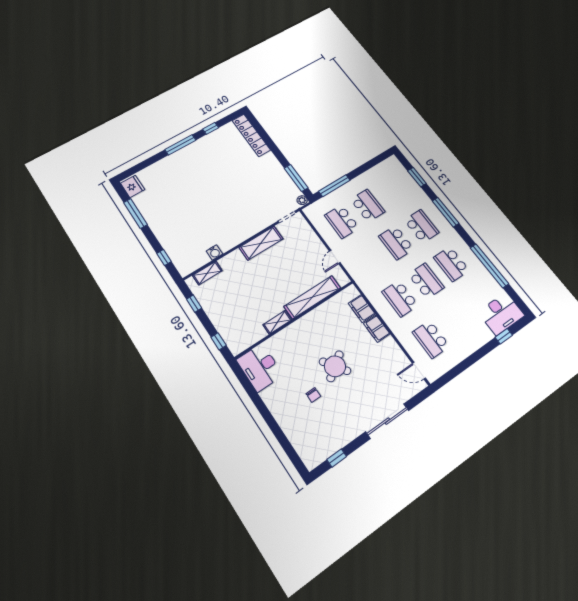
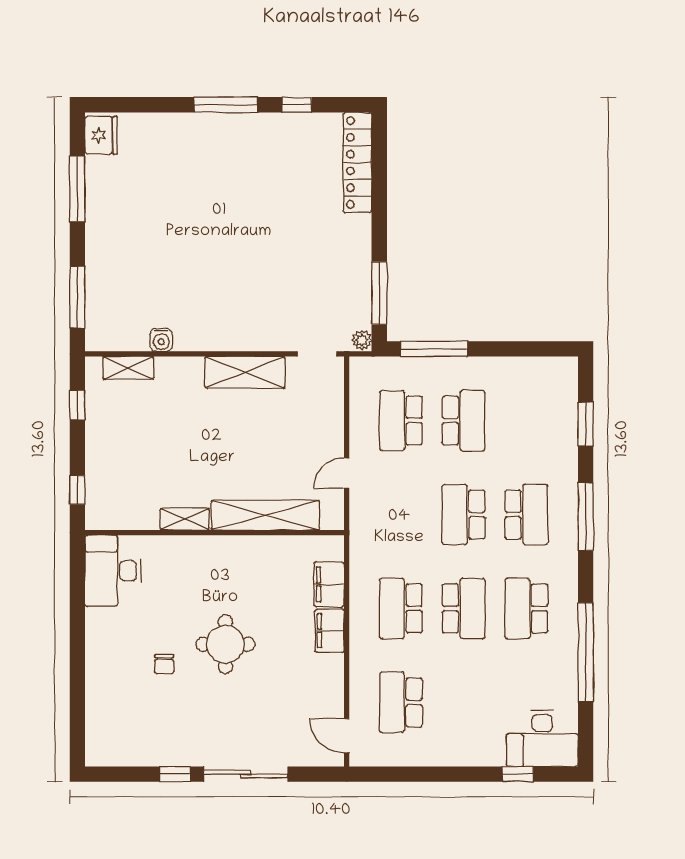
window: (164, 257) -> (77, 297), width x2.17
round table: (335, 366) -> (225, 644), turned 35
window: (337, 458) -> (175, 774), moved

